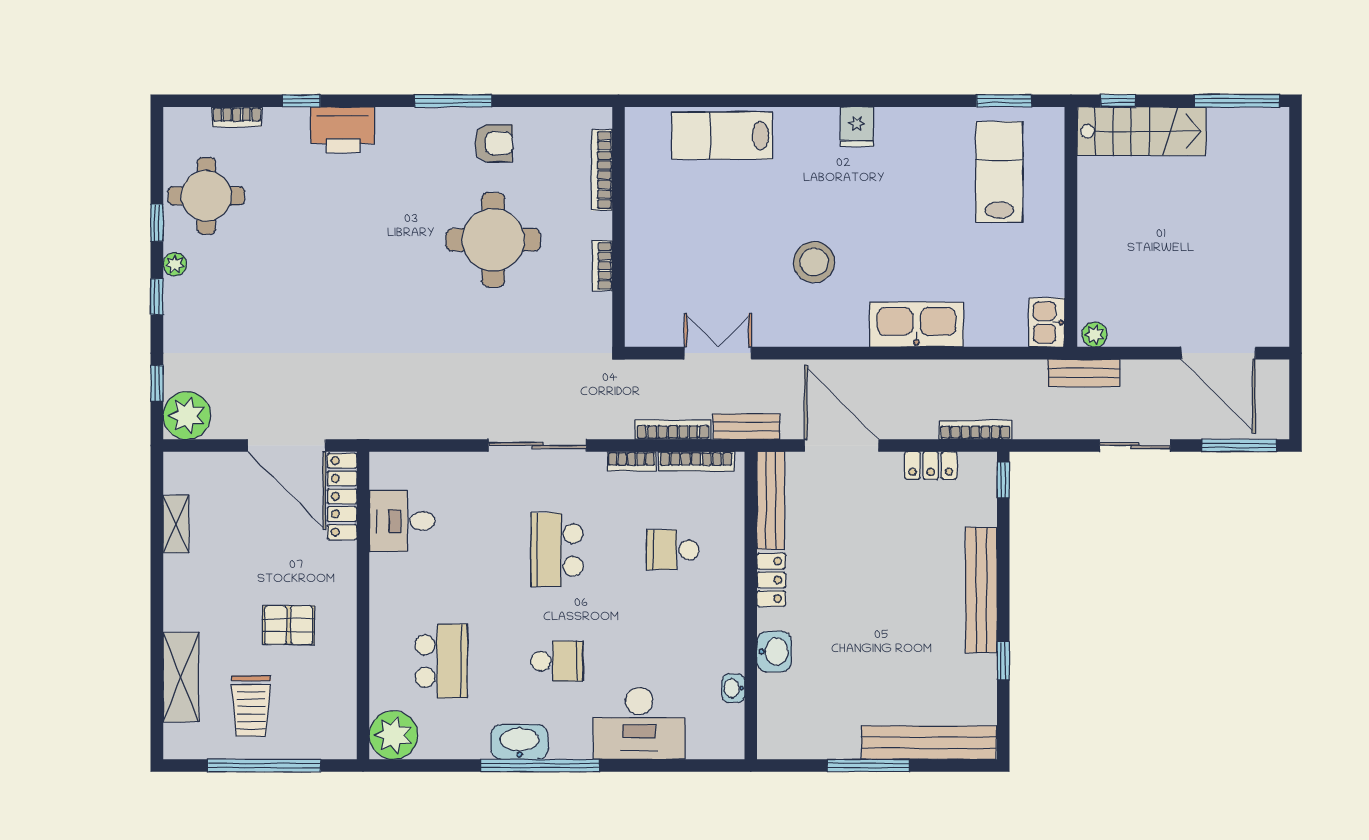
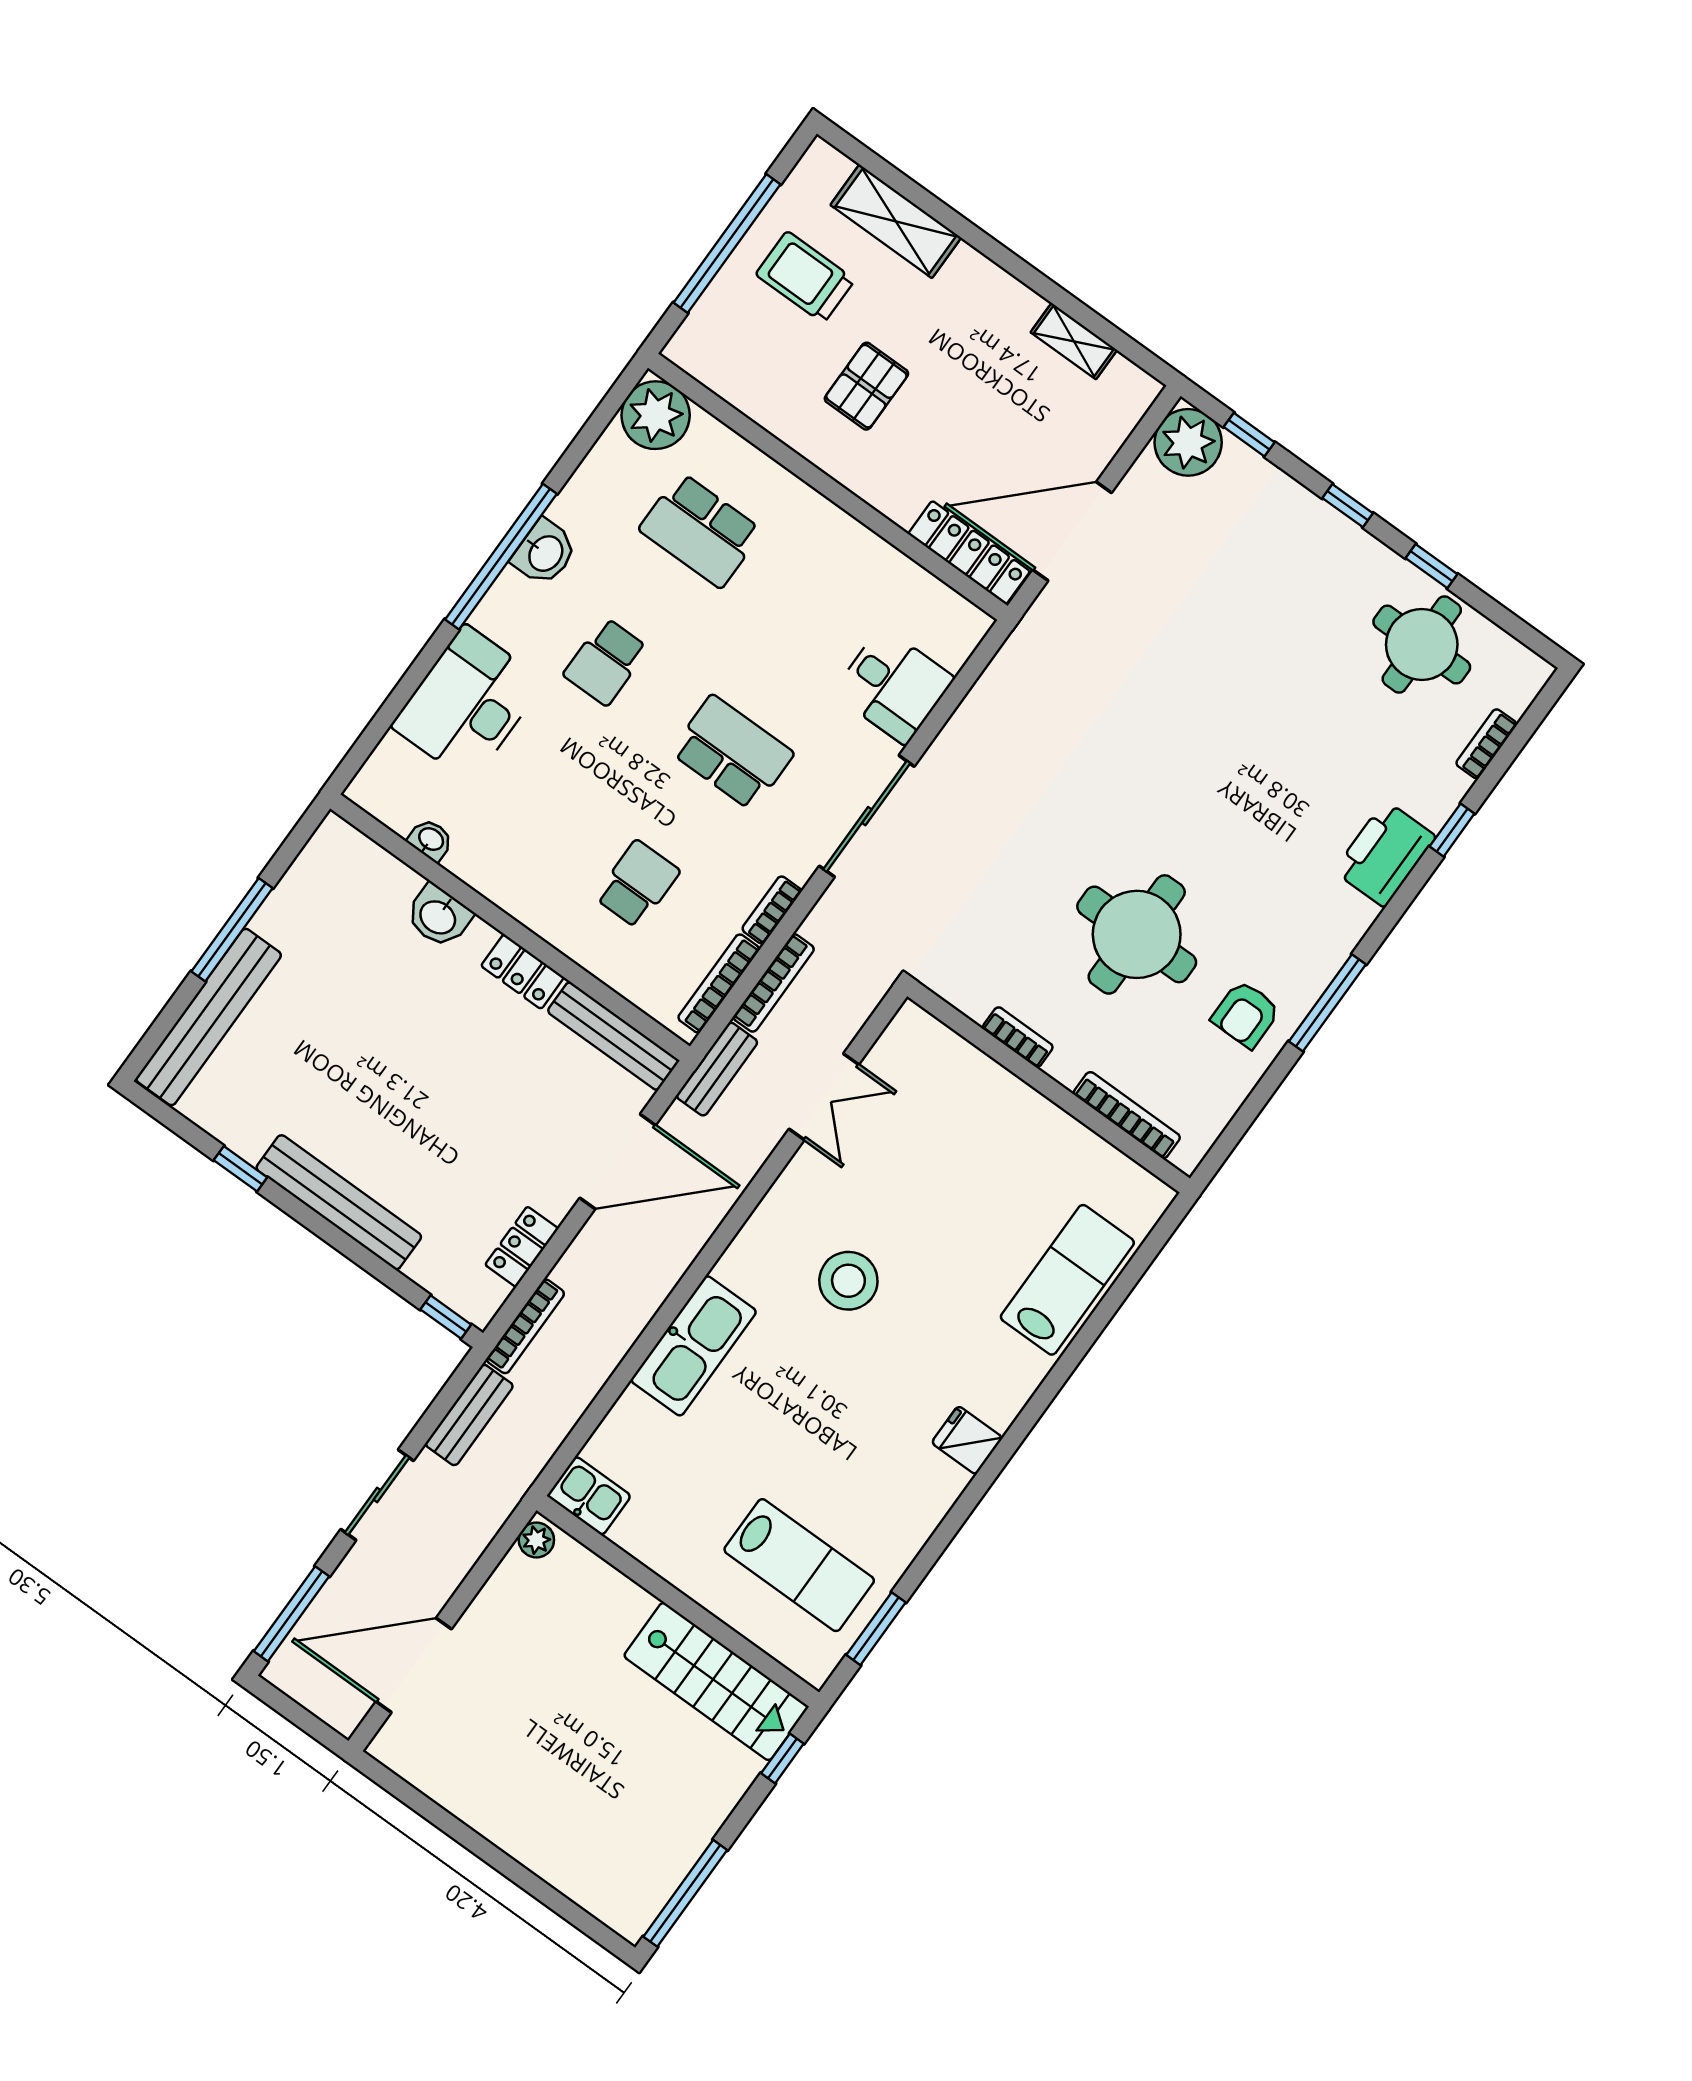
stairs: (1142, 131) -> (716, 1681), moved, turned -90
plant: (175, 264) -> (1370, 553), removed
bench: (1084, 373) -> (469, 1415), moved
desk: (402, 521) -> (893, 685), moved, turned 90
washbasin: (519, 742) -> (545, 553), width x0.72

